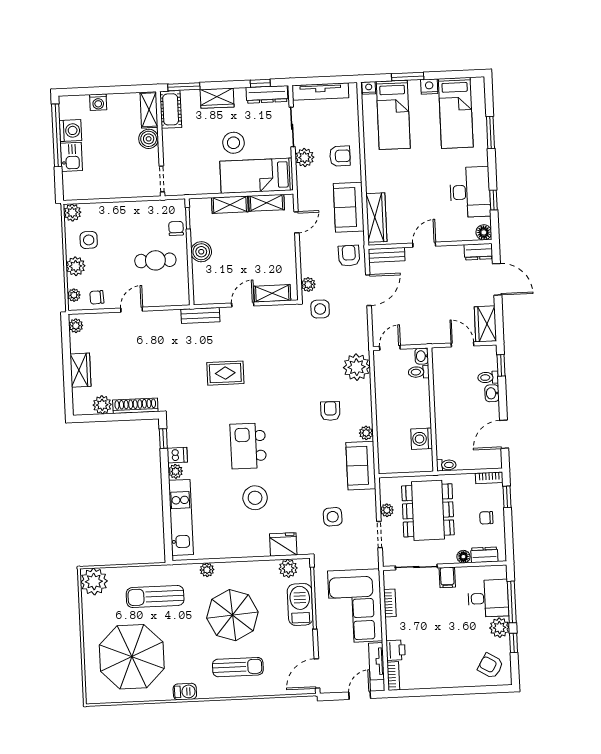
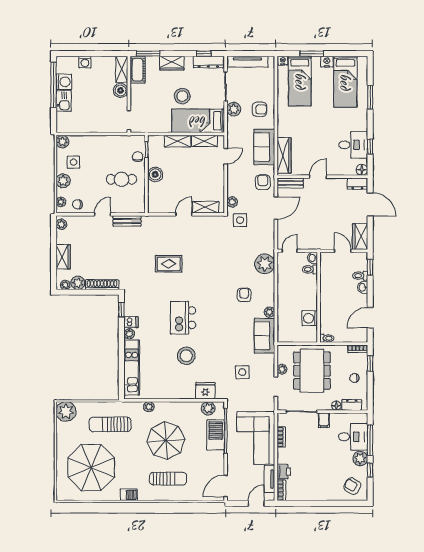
desk: (470, 192) -> (353, 145), width x0.73
bench: (200, 315) -> (127, 221), moved
plant: (85, 408) -> (65, 285), added

